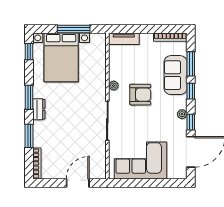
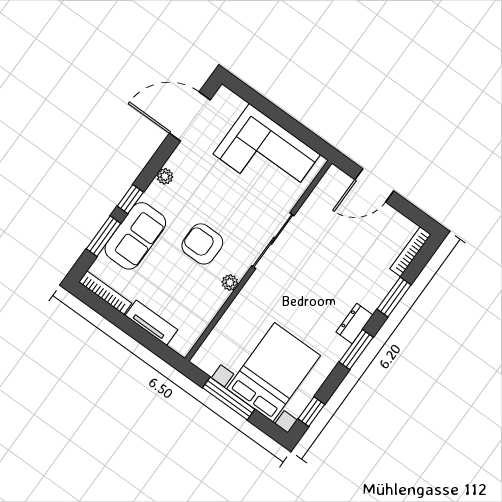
tv unit: (124, 39) -> (151, 323), moved
window: (191, 122) -> (161, 157), removed

